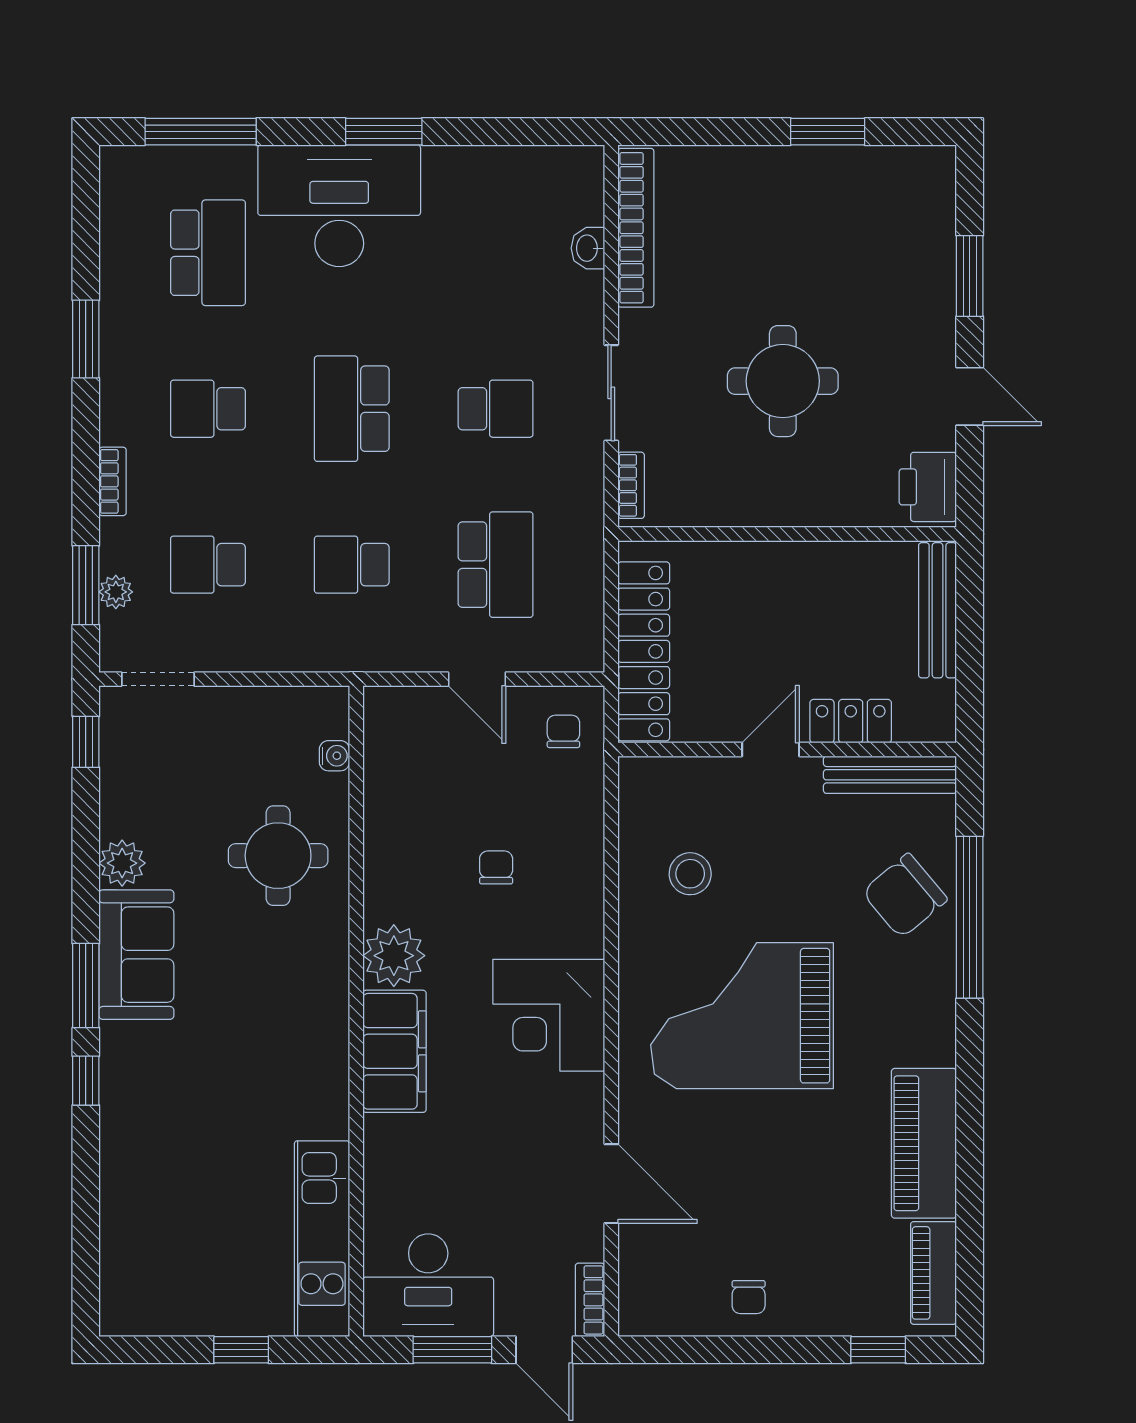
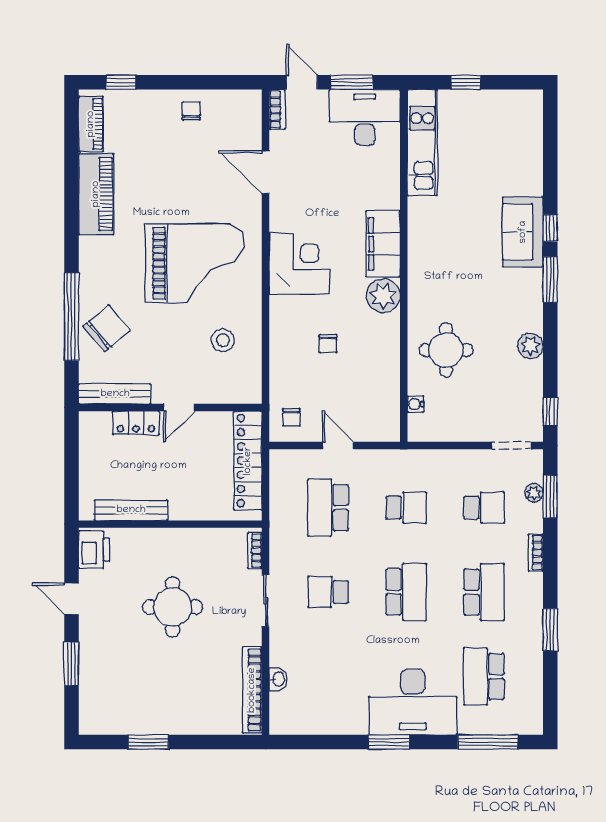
school desk: (208, 409) -> (484, 592), width x1.85
bench: (938, 610) -> (131, 510), moved, turned 90
sofa: (136, 955) -> (523, 232), moved

